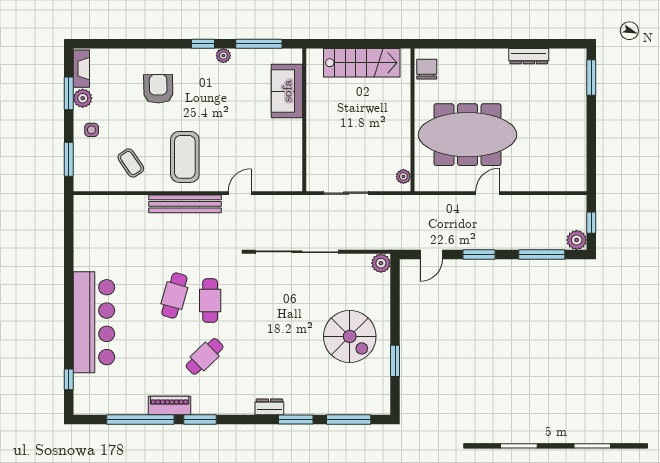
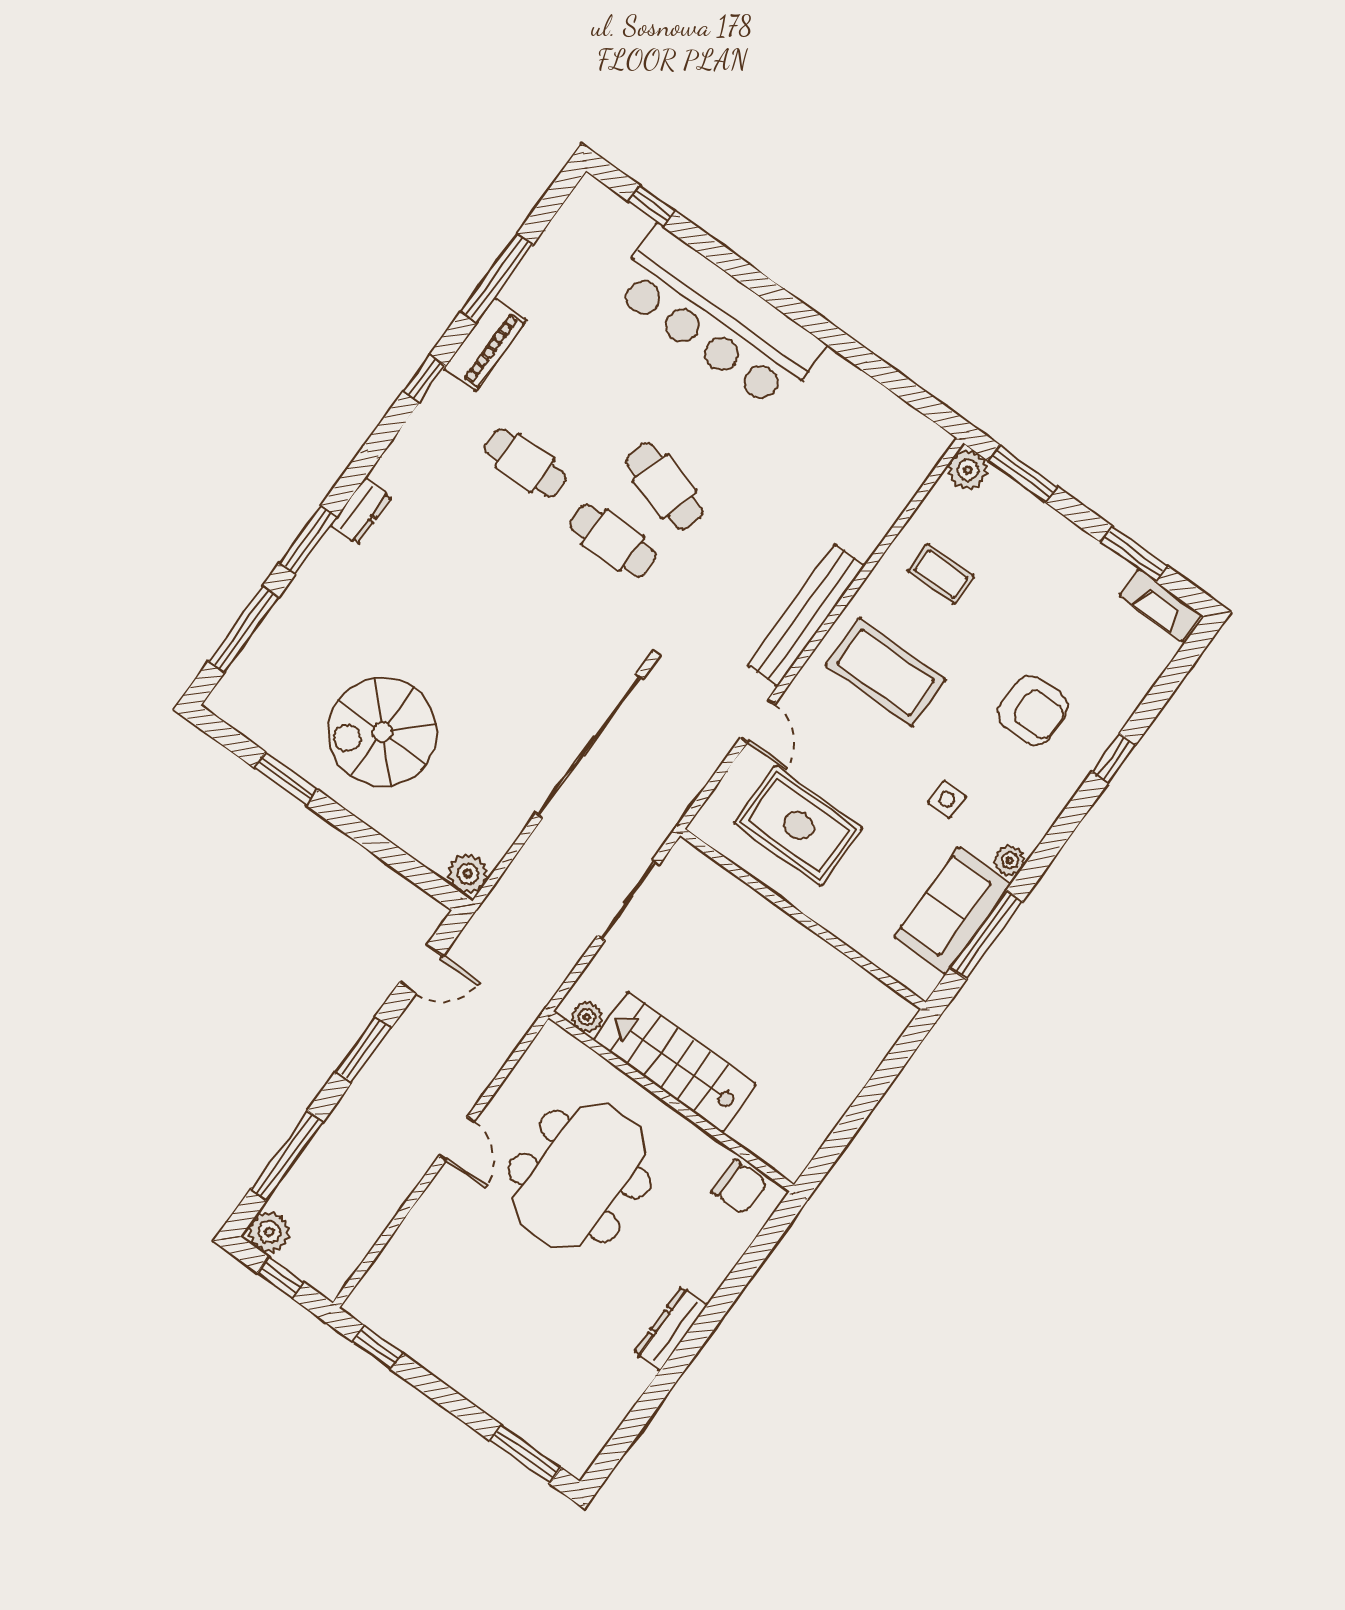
window: (203, 44) -> (1114, 758), moved
dresser: (529, 56) -> (671, 1329), moved
stairs: (362, 63) -> (675, 1062), moved, turned 90
sofa: (287, 91) -> (953, 910), moved, turned -90
plant: (83, 98) -> (968, 470), moved
side table: (92, 130) -> (947, 799), moved
meeting table: (468, 135) -> (580, 1176), width x0.73
rug: (269, 148) -> (798, 826), added
coffee table: (131, 163) -> (941, 574), turned 34
window: (591, 165) -> (377, 1347), added
door: (431, 255) -> (421, 969), swing flipped
cafe table: (205, 356) -> (525, 463), turned -46
window: (140, 420) -> (497, 278), width x0.68
window: (200, 420) -> (424, 379), width x0.67

